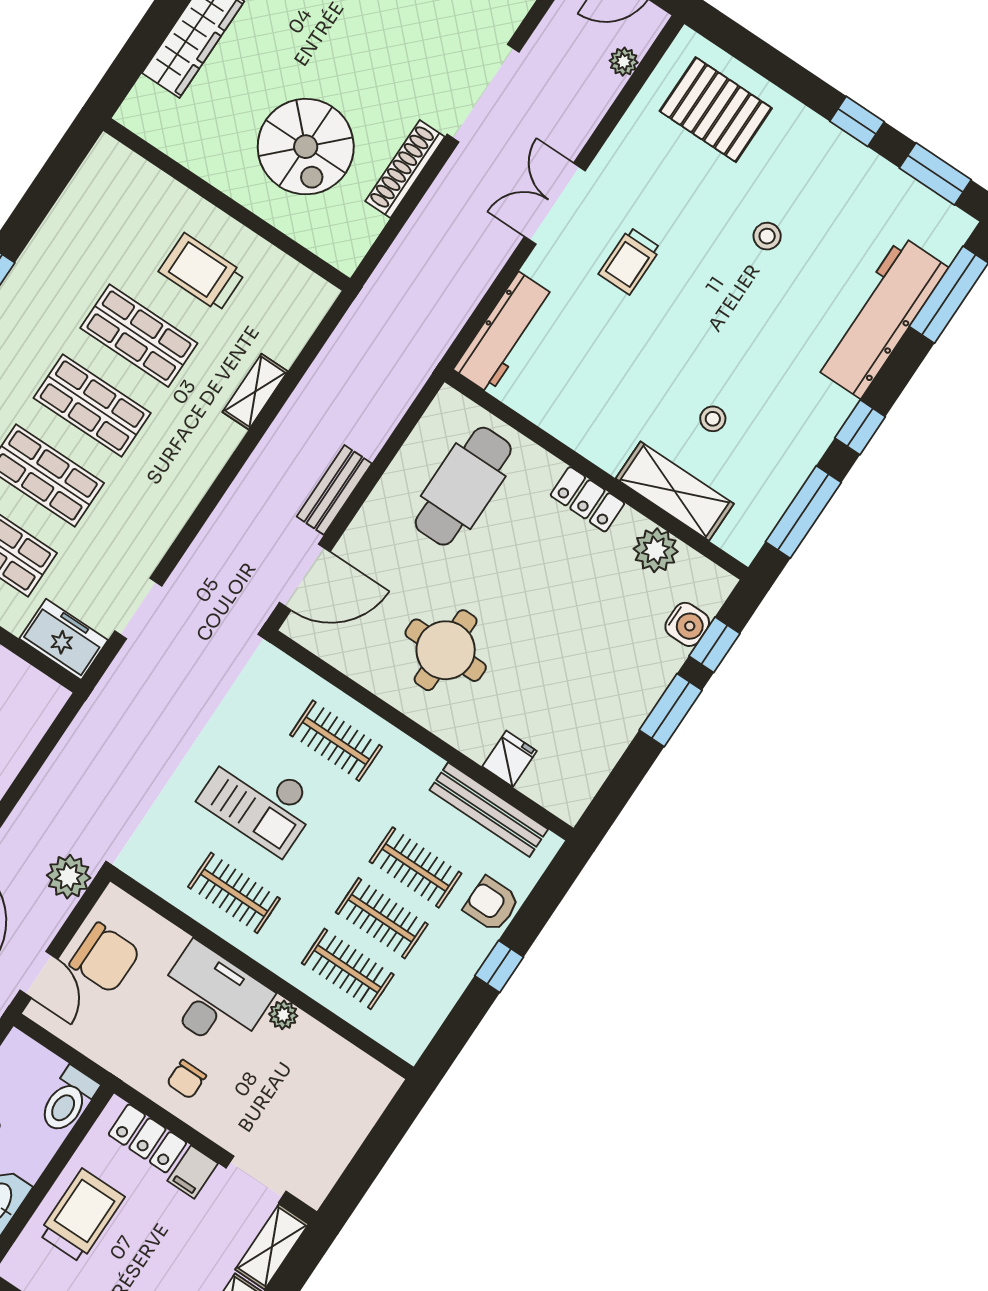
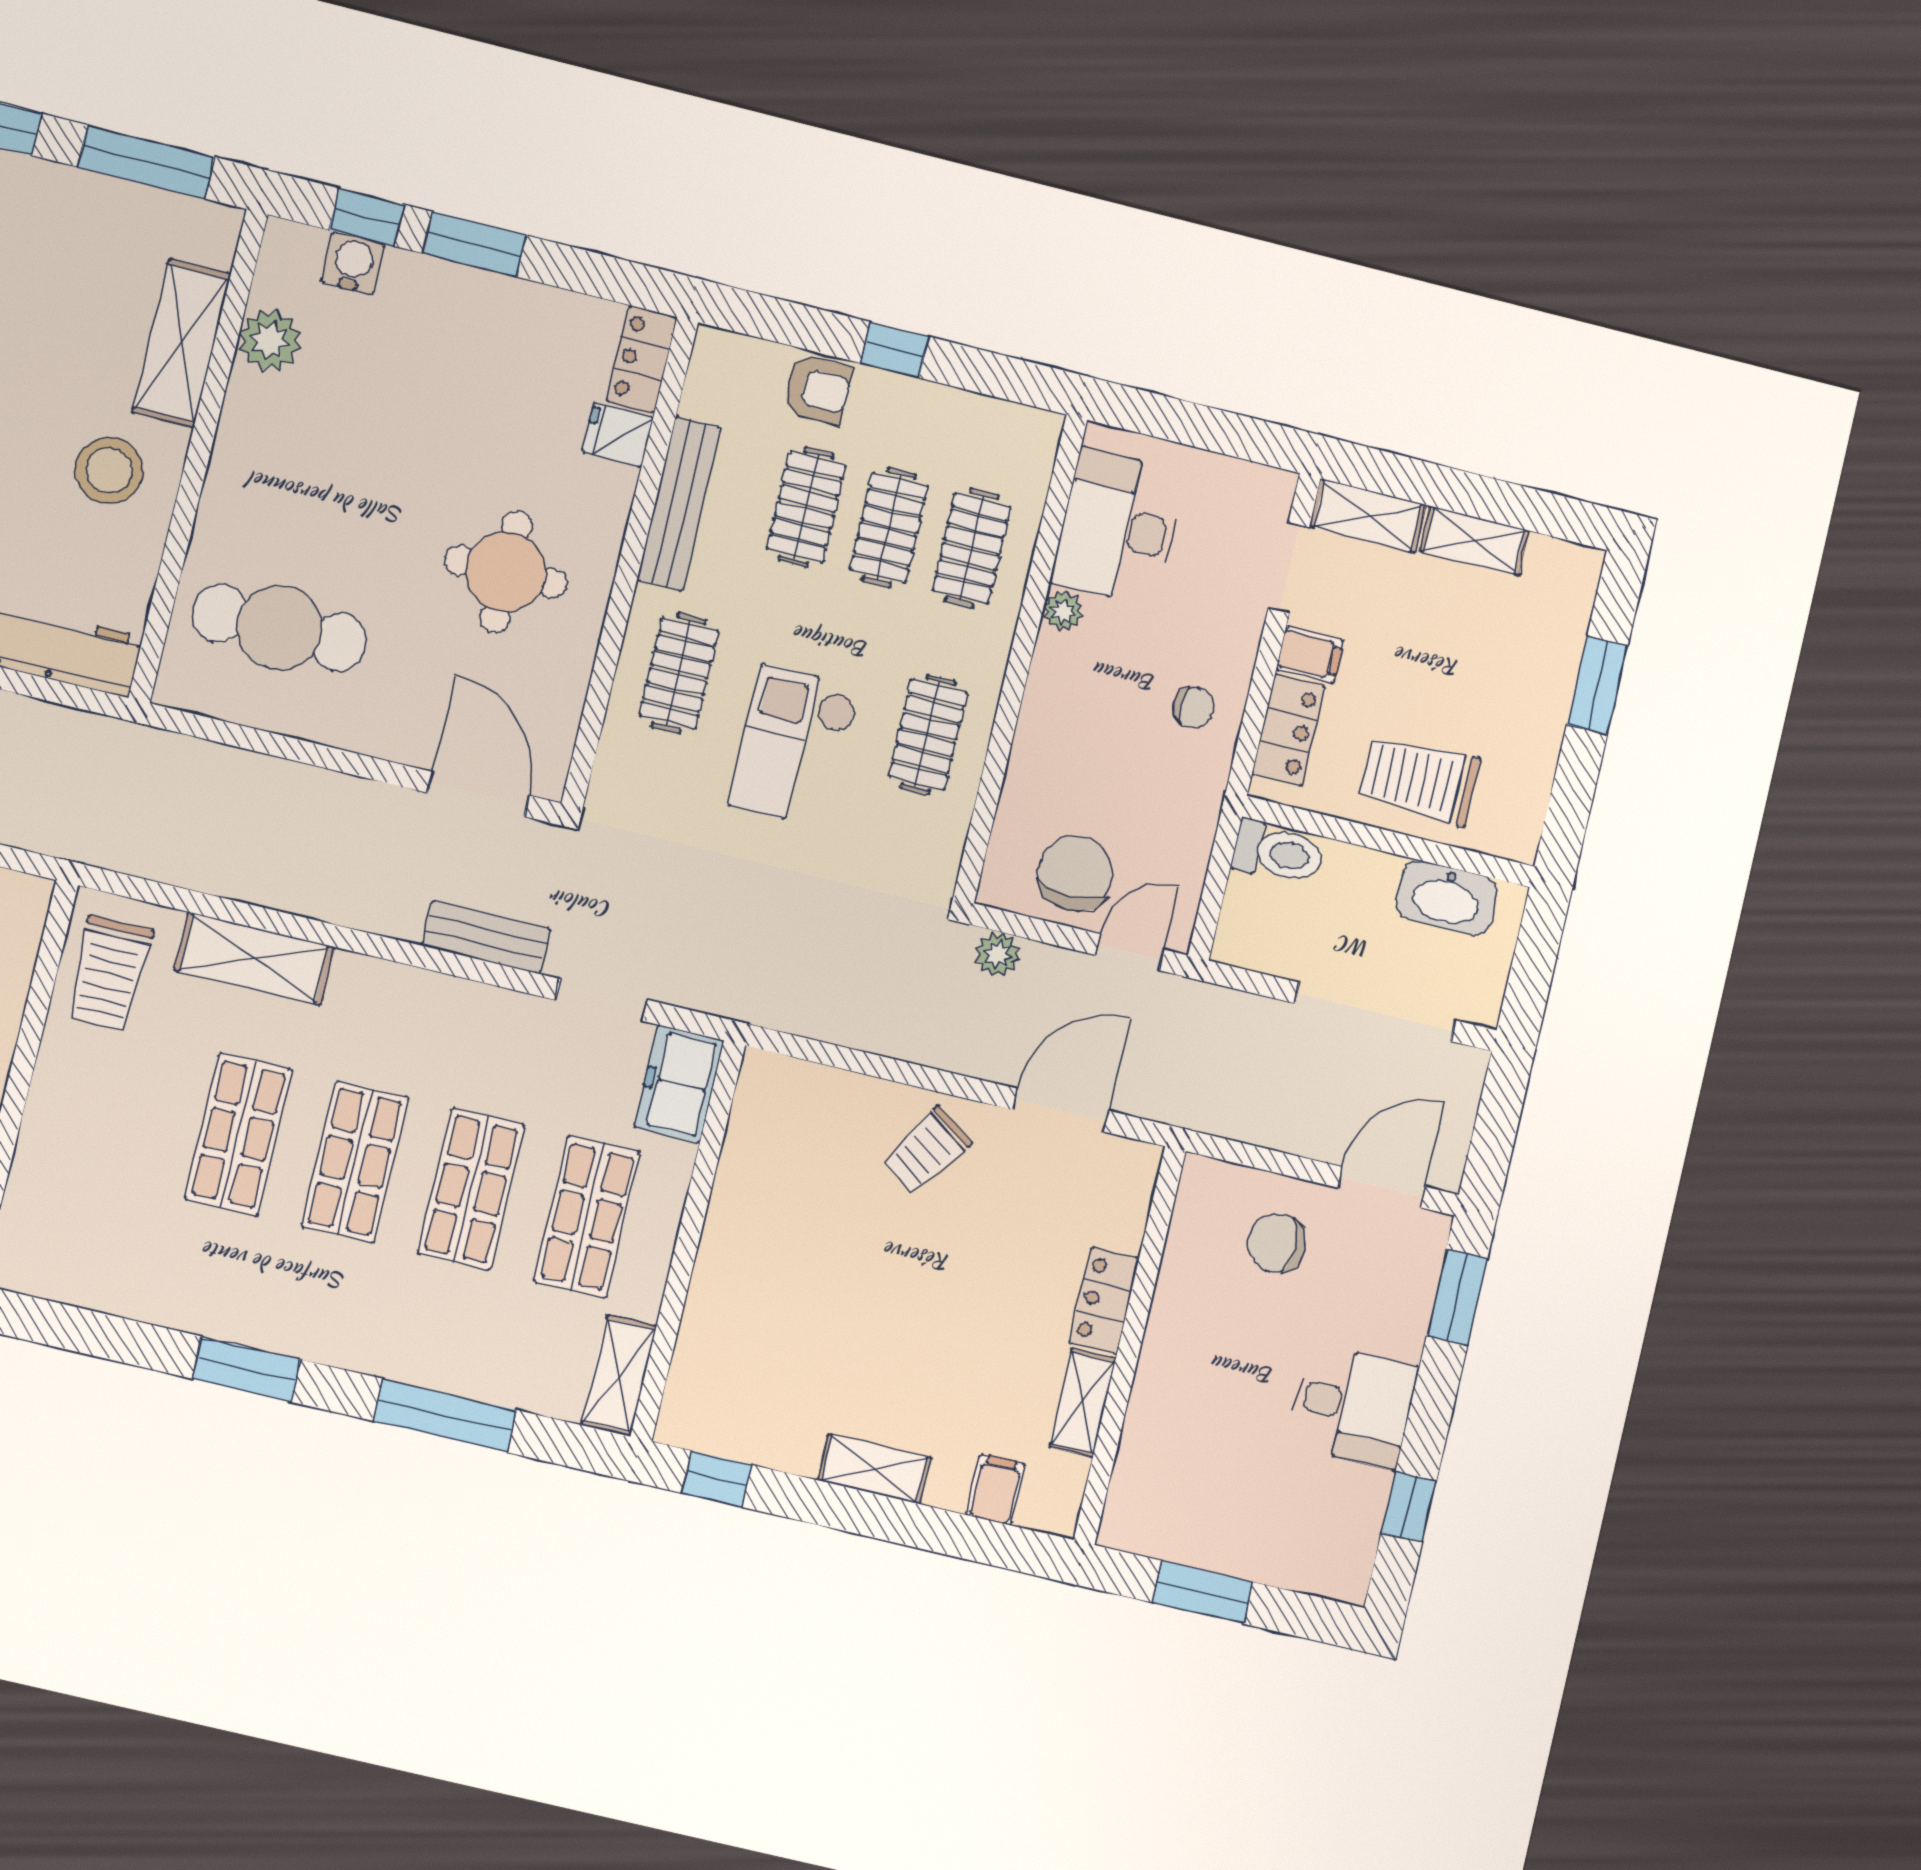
trolley: (202, 272) -> (109, 974), moved
shelving: (255, 392) -> (254, 958), width x1.50, depth x1.33
stool: (713, 419) -> (109, 470), moved, width x1.89, depth x1.89
bench: (334, 490) -> (486, 937), moved
locker: (587, 499) -> (642, 359), moved, turned 180
checkout: (259, 800) -> (794, 746), turned 180
bench: (489, 810) -> (679, 504), moved
plant: (69, 877) -> (998, 954), width x0.73, depth x0.73
armchair: (491, 904) -> (817, 389), turned -90
desk: (213, 998) -> (1118, 527), moved

